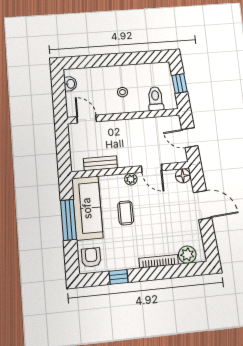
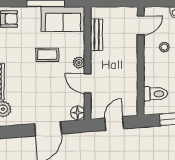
stool: (122, 92) -> (164, 47), moved
door: (152, 168) -> (88, 83), hinge flipped
sofa: (87, 208) -> (63, 19), width x0.73

